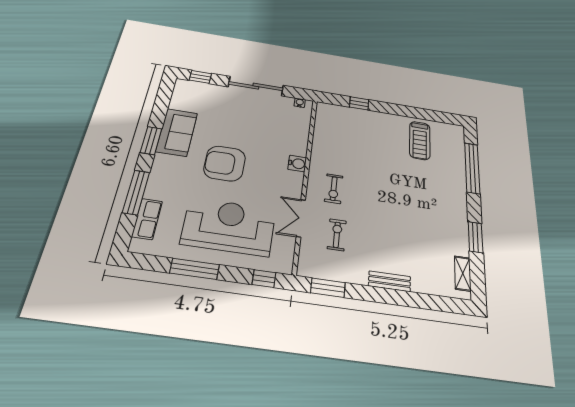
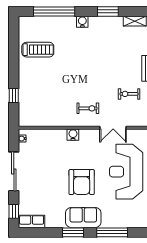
sofa: (177, 132) -> (83, 218), moved
water cooler: (459, 201) -> (82, 22), added
row of seats: (147, 219) -> (32, 221), moved
exercise bike: (337, 235) -> (129, 94), moved

